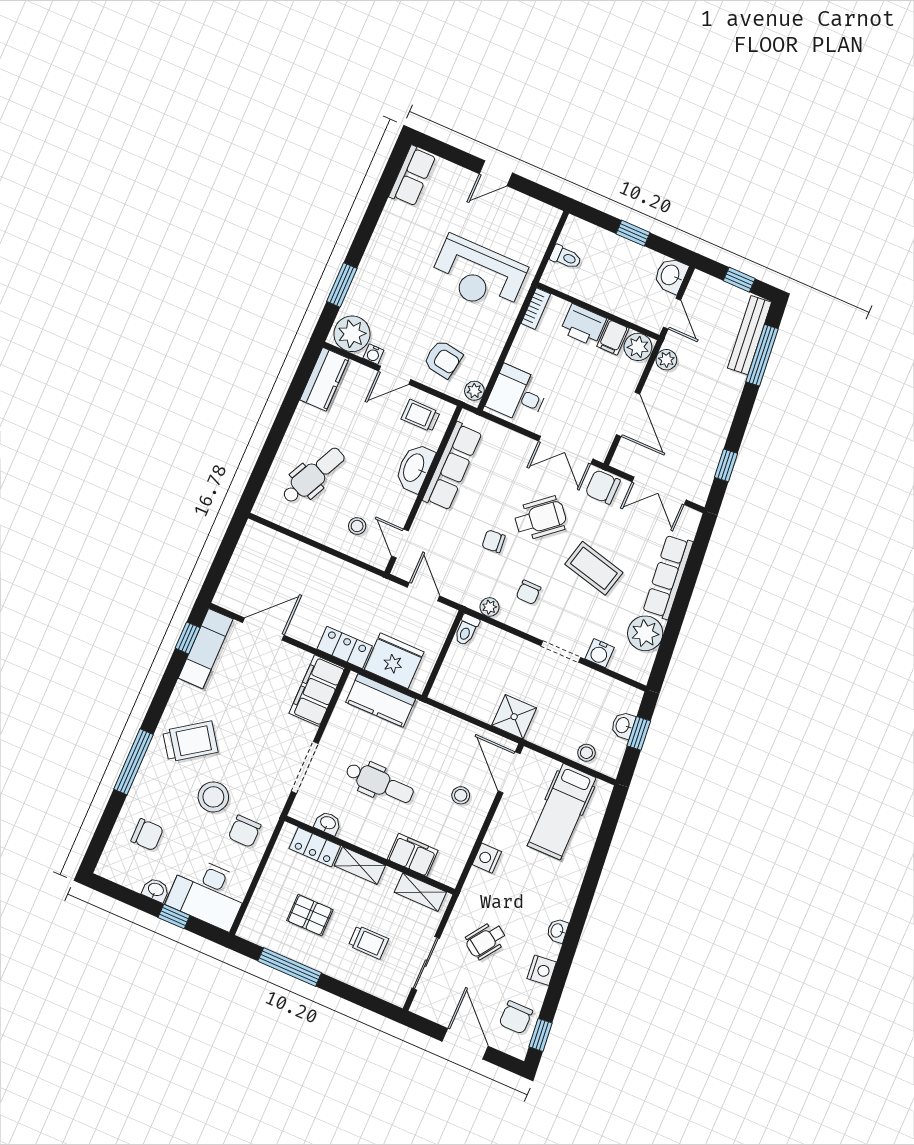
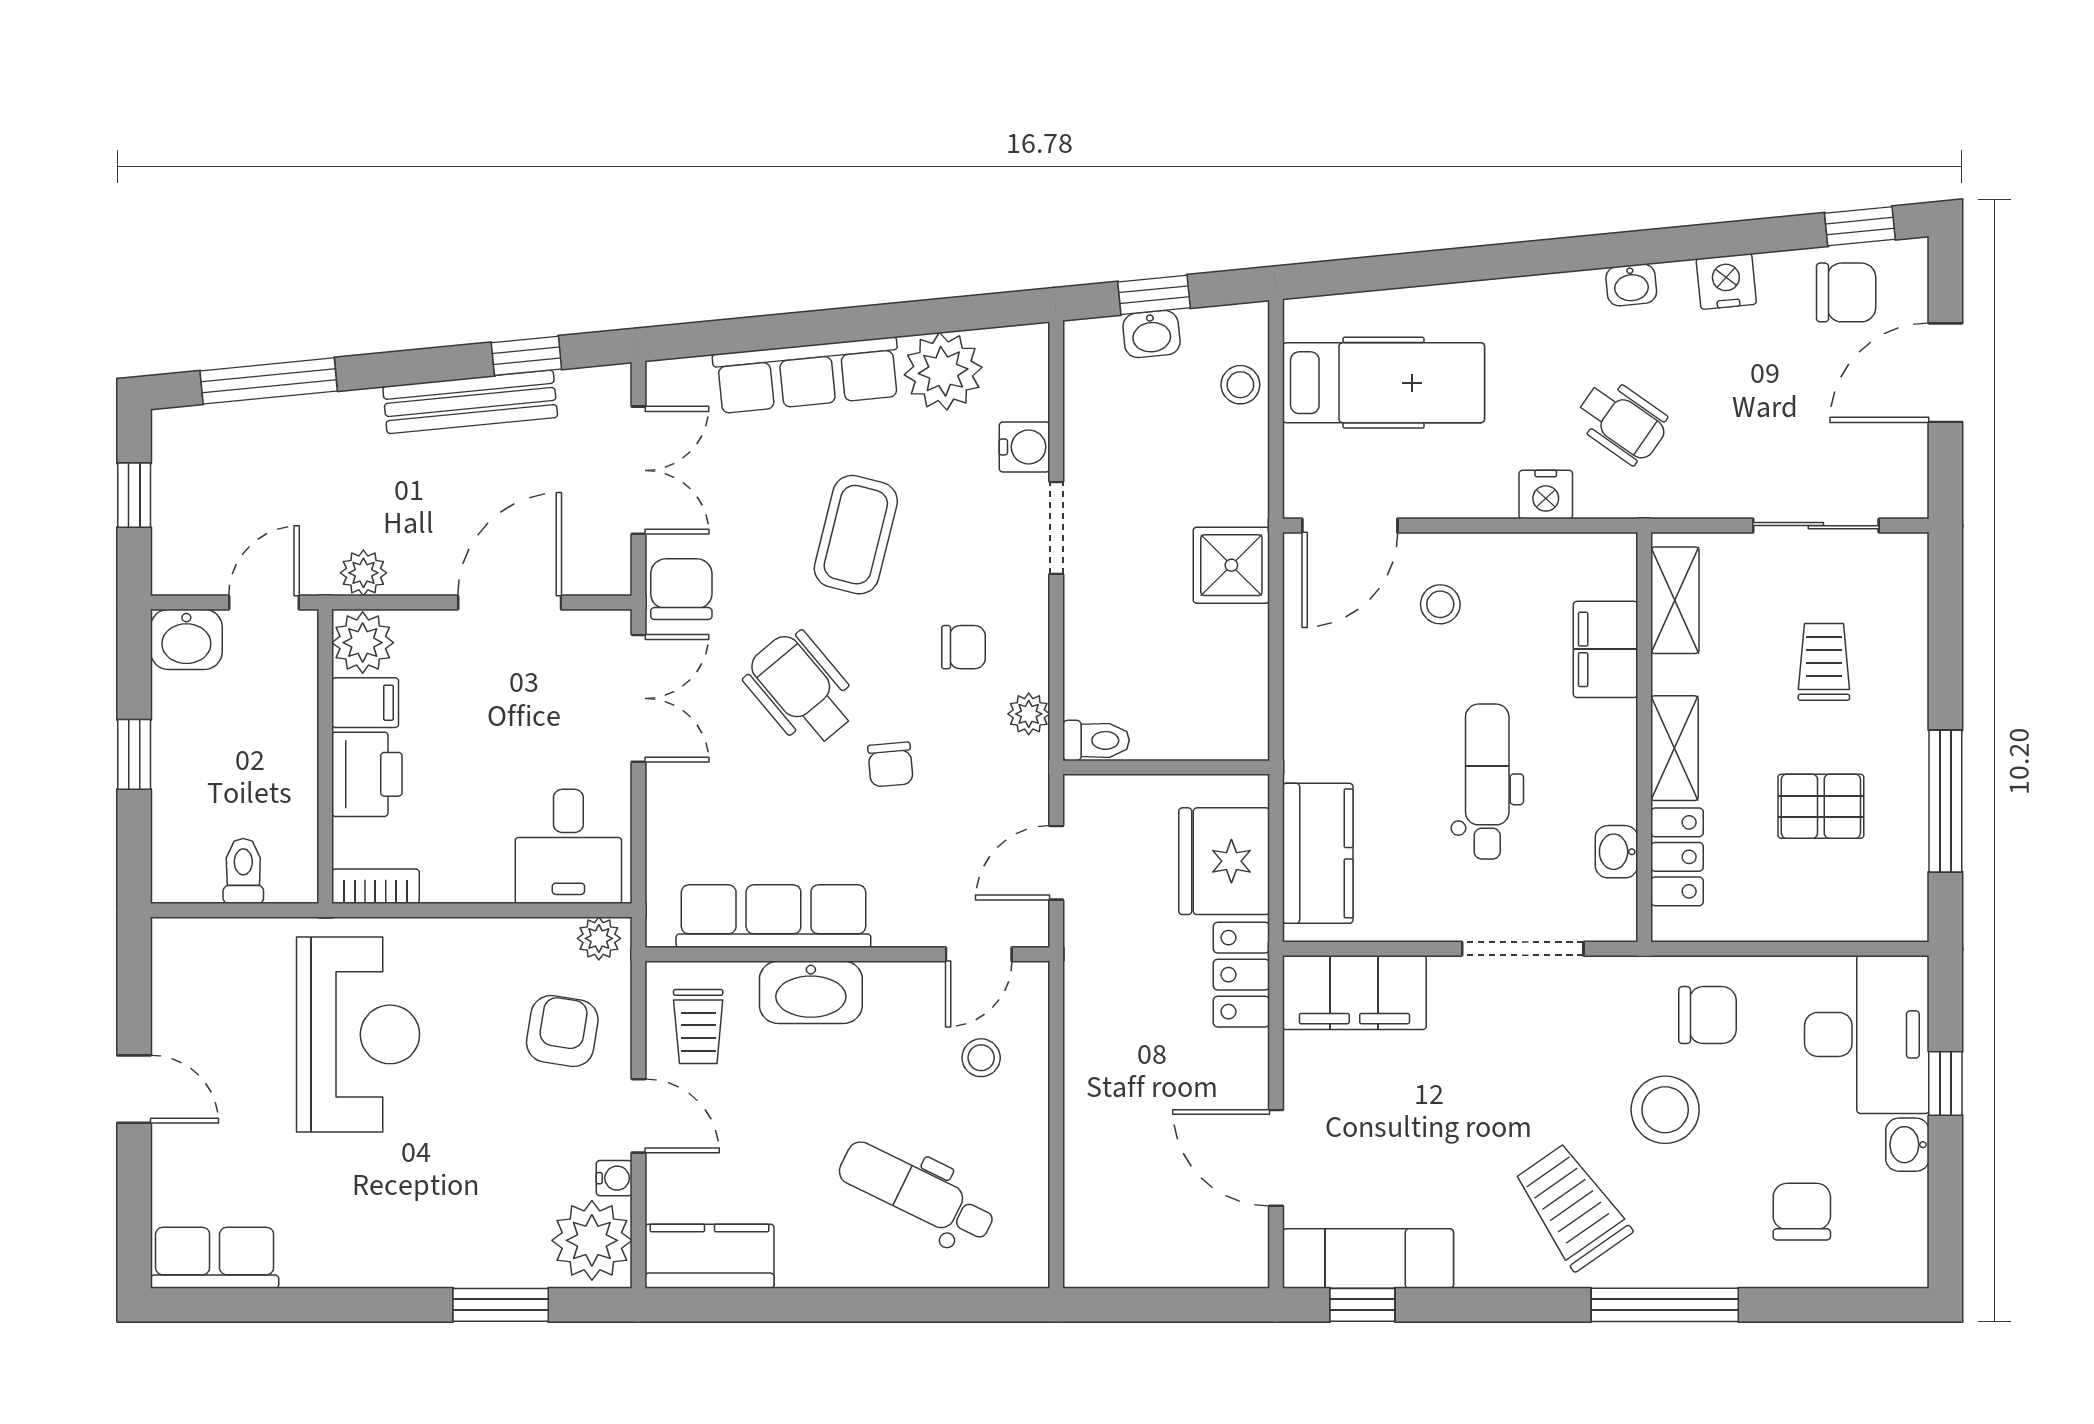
bench: (749, 335) -> (470, 402), moved
chair: (603, 487) -> (681, 589), turned 180
pallet: (310, 915) -> (1821, 806), turned 90
wheelchair: (486, 940) -> (1622, 422), moved

